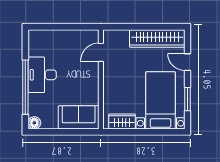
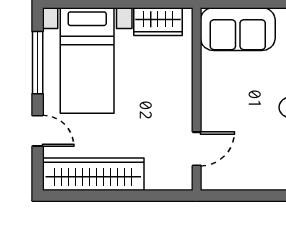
window: (187, 99) -> (38, 63), width x1.44

